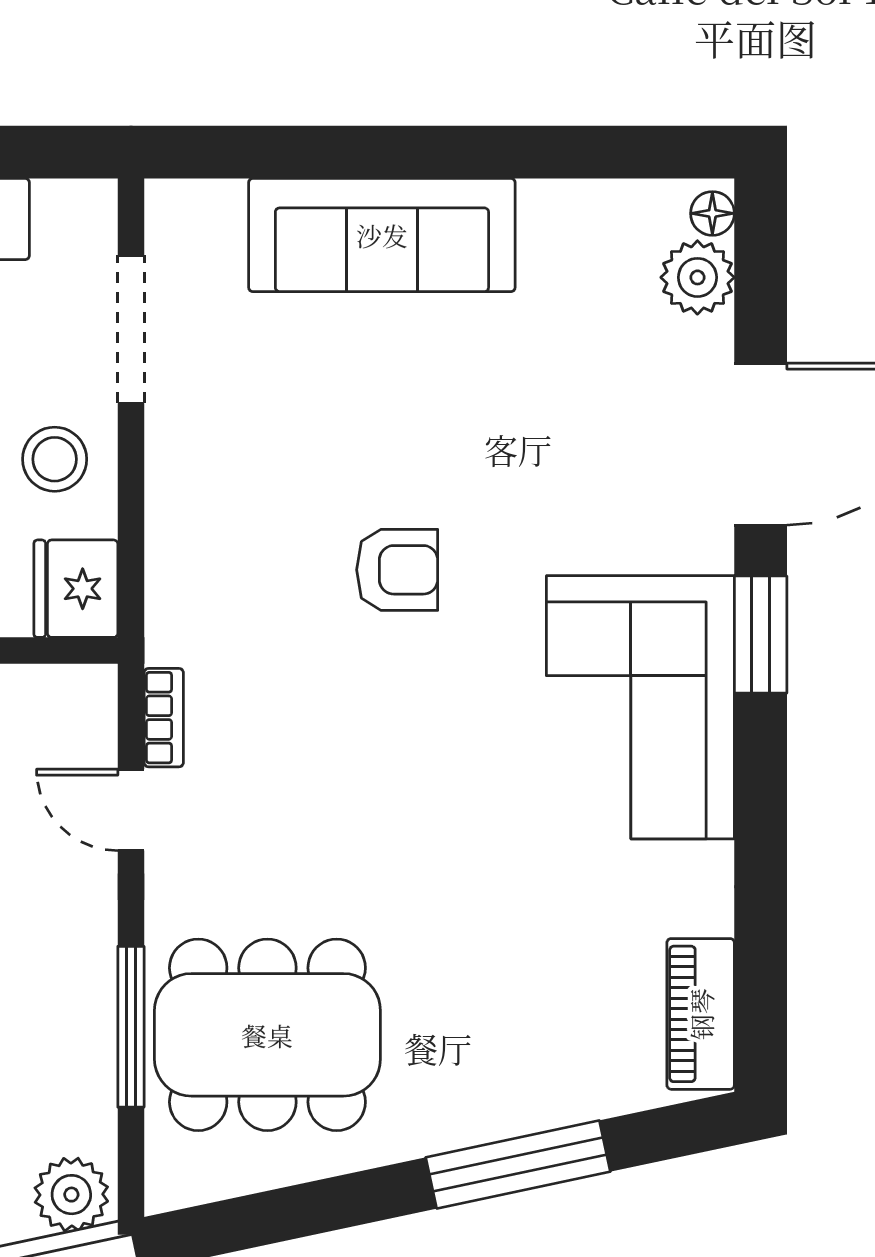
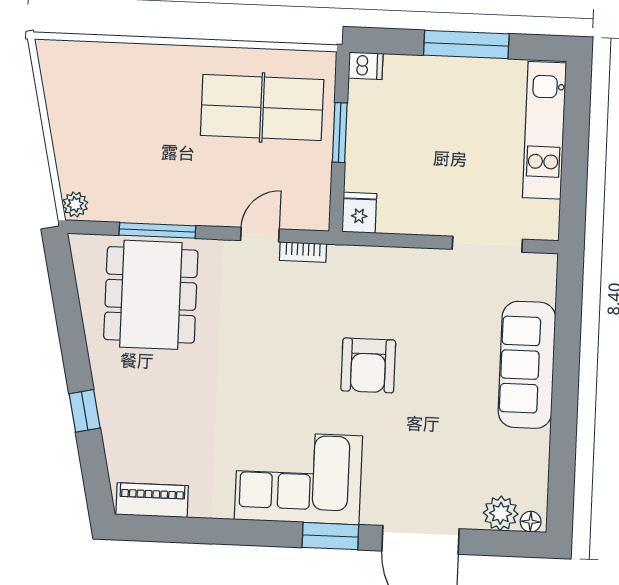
stool: (55, 459) -> (427, 206), removed
armchair: (397, 570) -> (368, 365), width x1.38, depth x1.38
fridge: (76, 589) -> (359, 213), width x0.72
window: (518, 1164) -> (85, 411), width x0.46
plant: (71, 1195) -> (75, 204), width x0.73, depth x0.73

